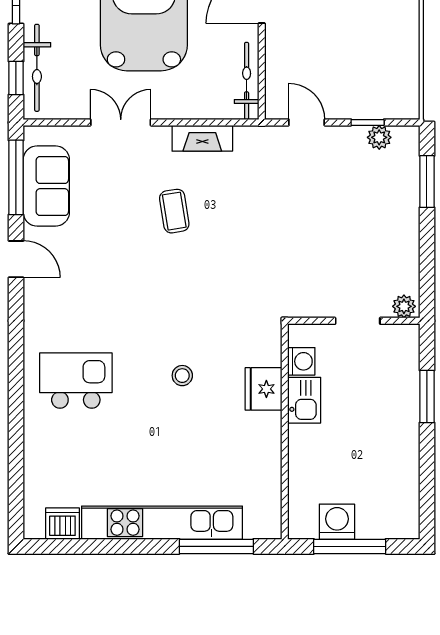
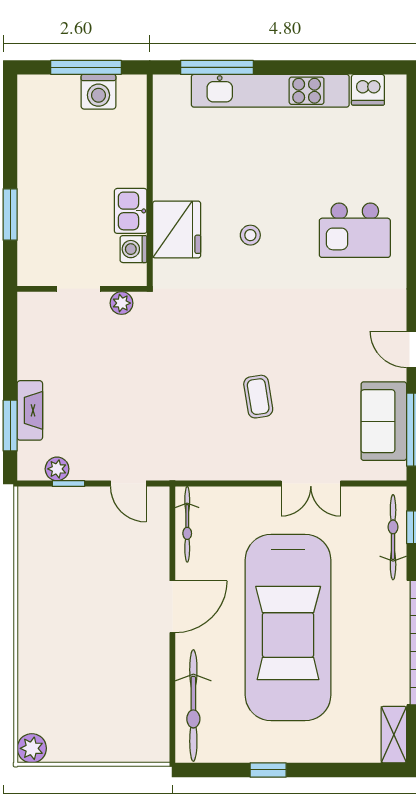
fireplace: (202, 138) -> (30, 410), moved, turned 90
plant: (404, 306) -> (122, 303), moved
fridge: (264, 389) -> (177, 229), width x1.36, depth x1.34

